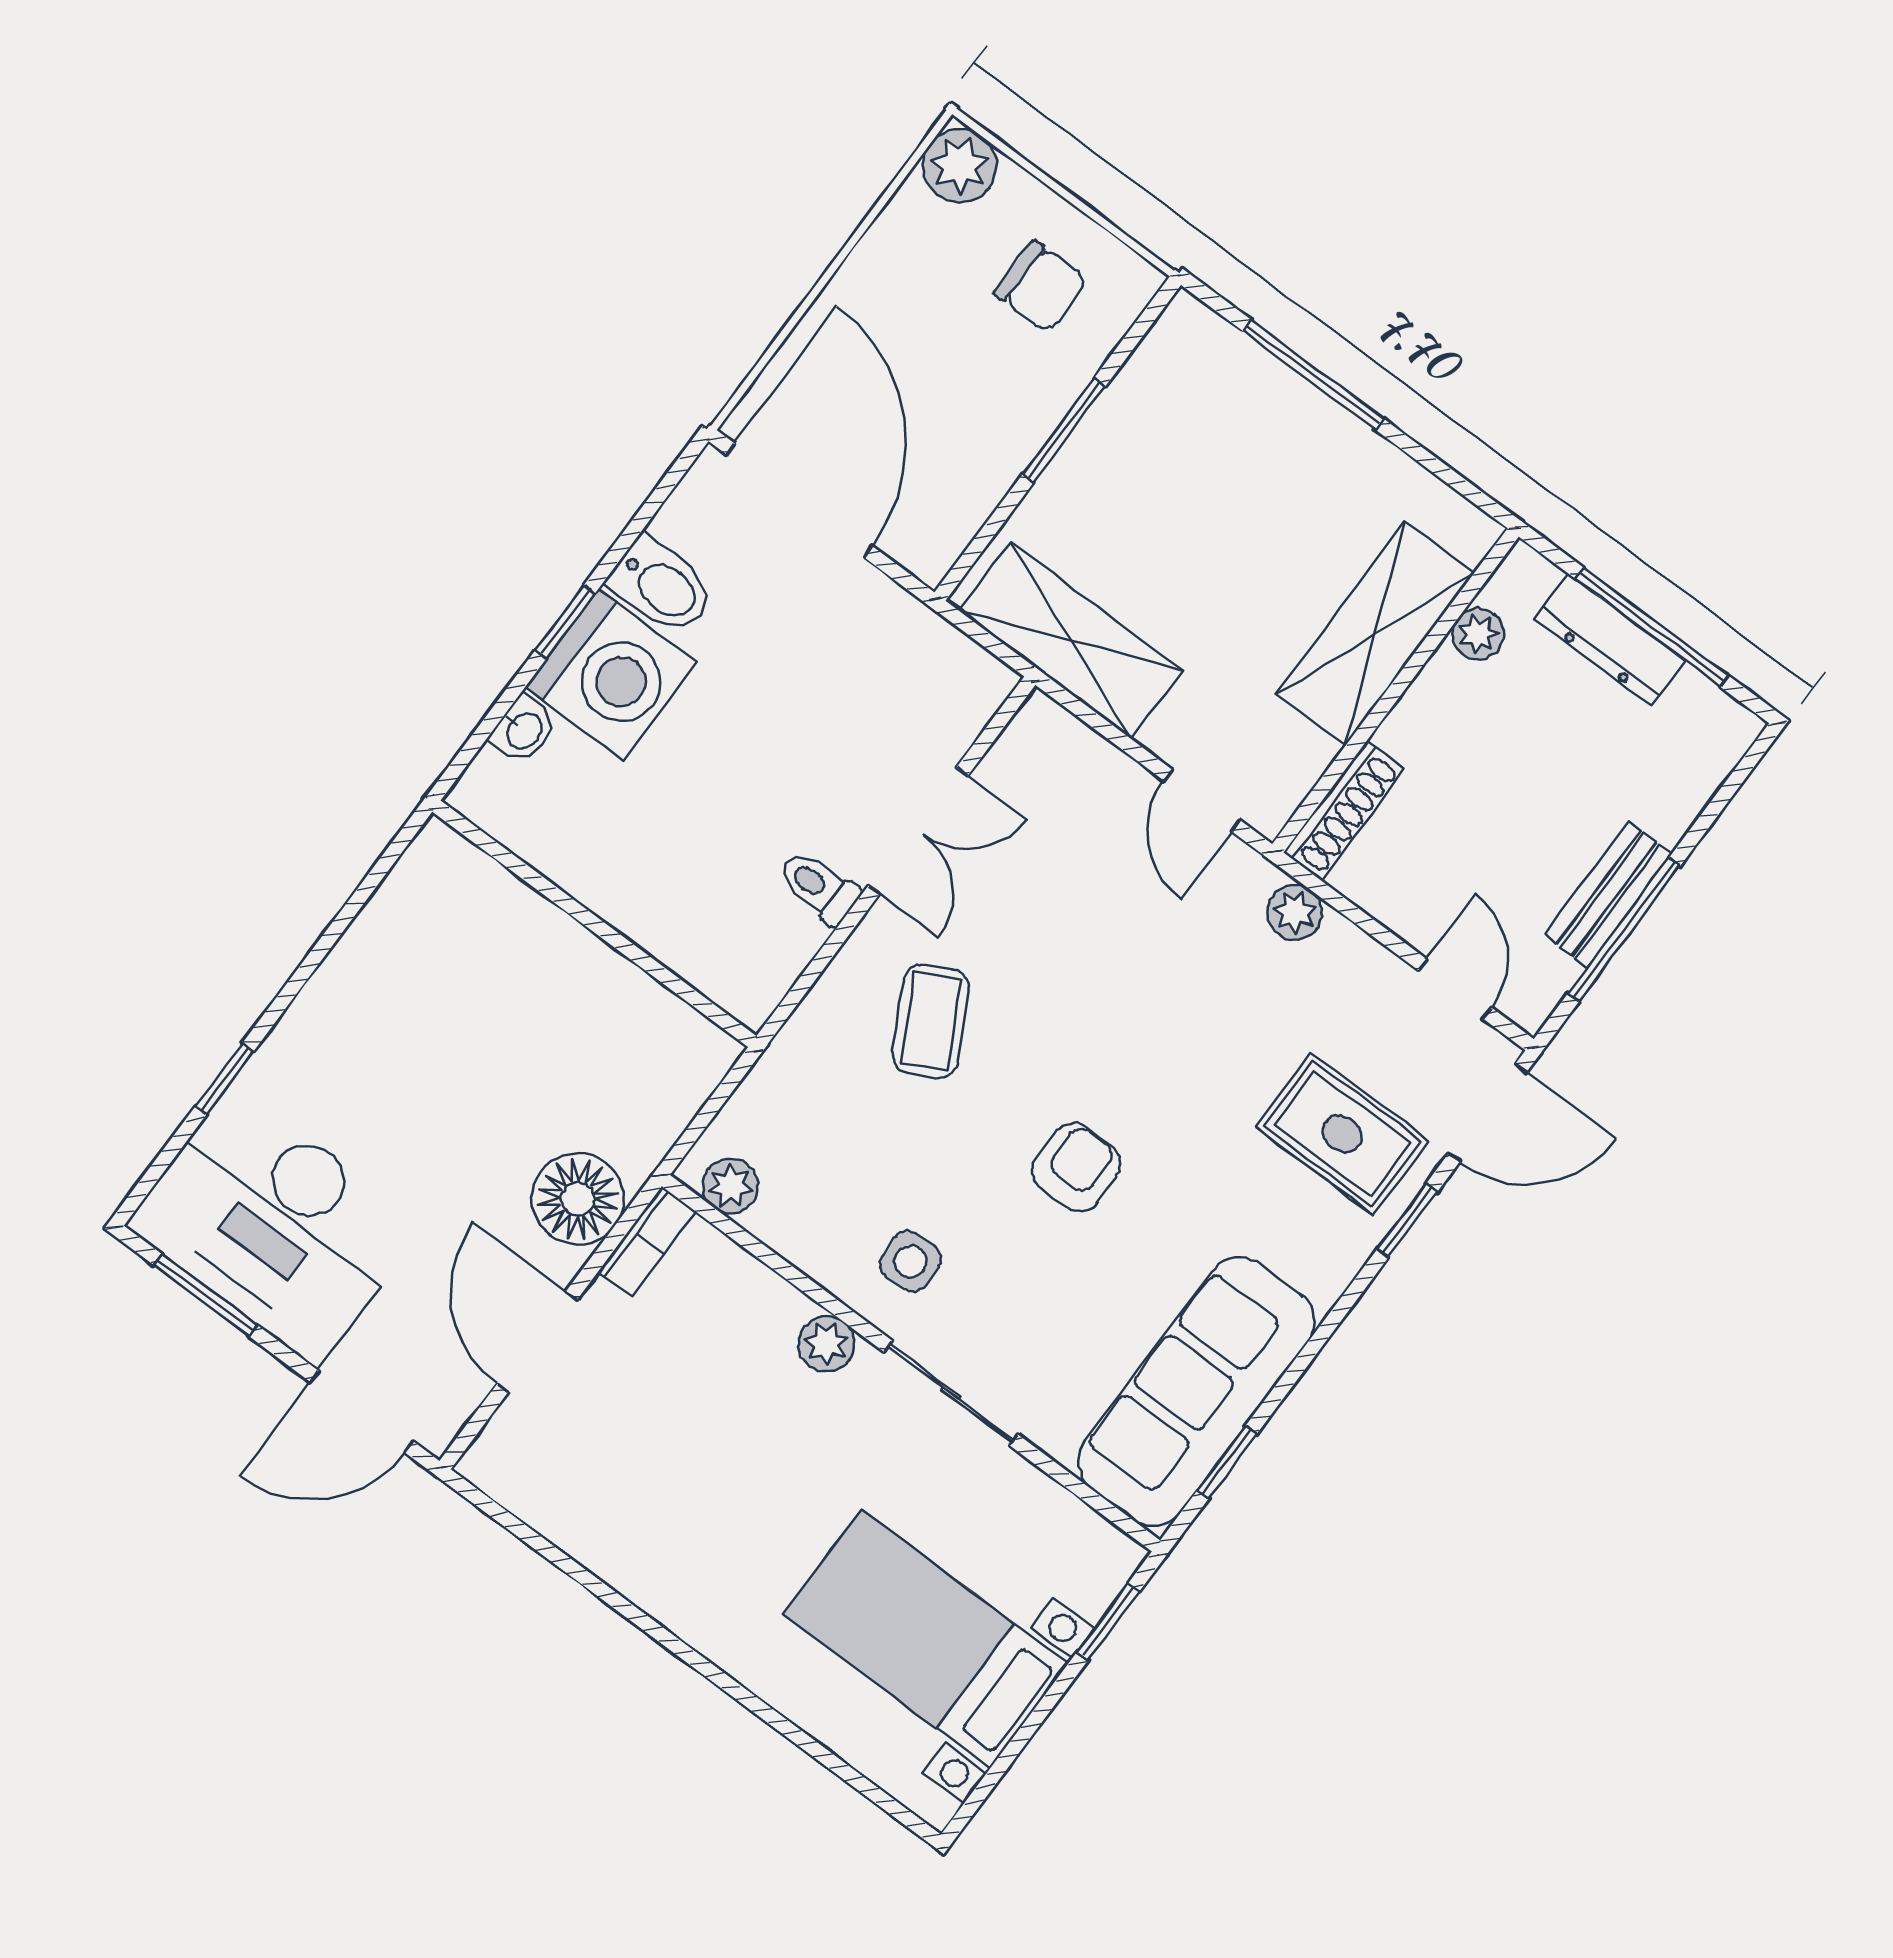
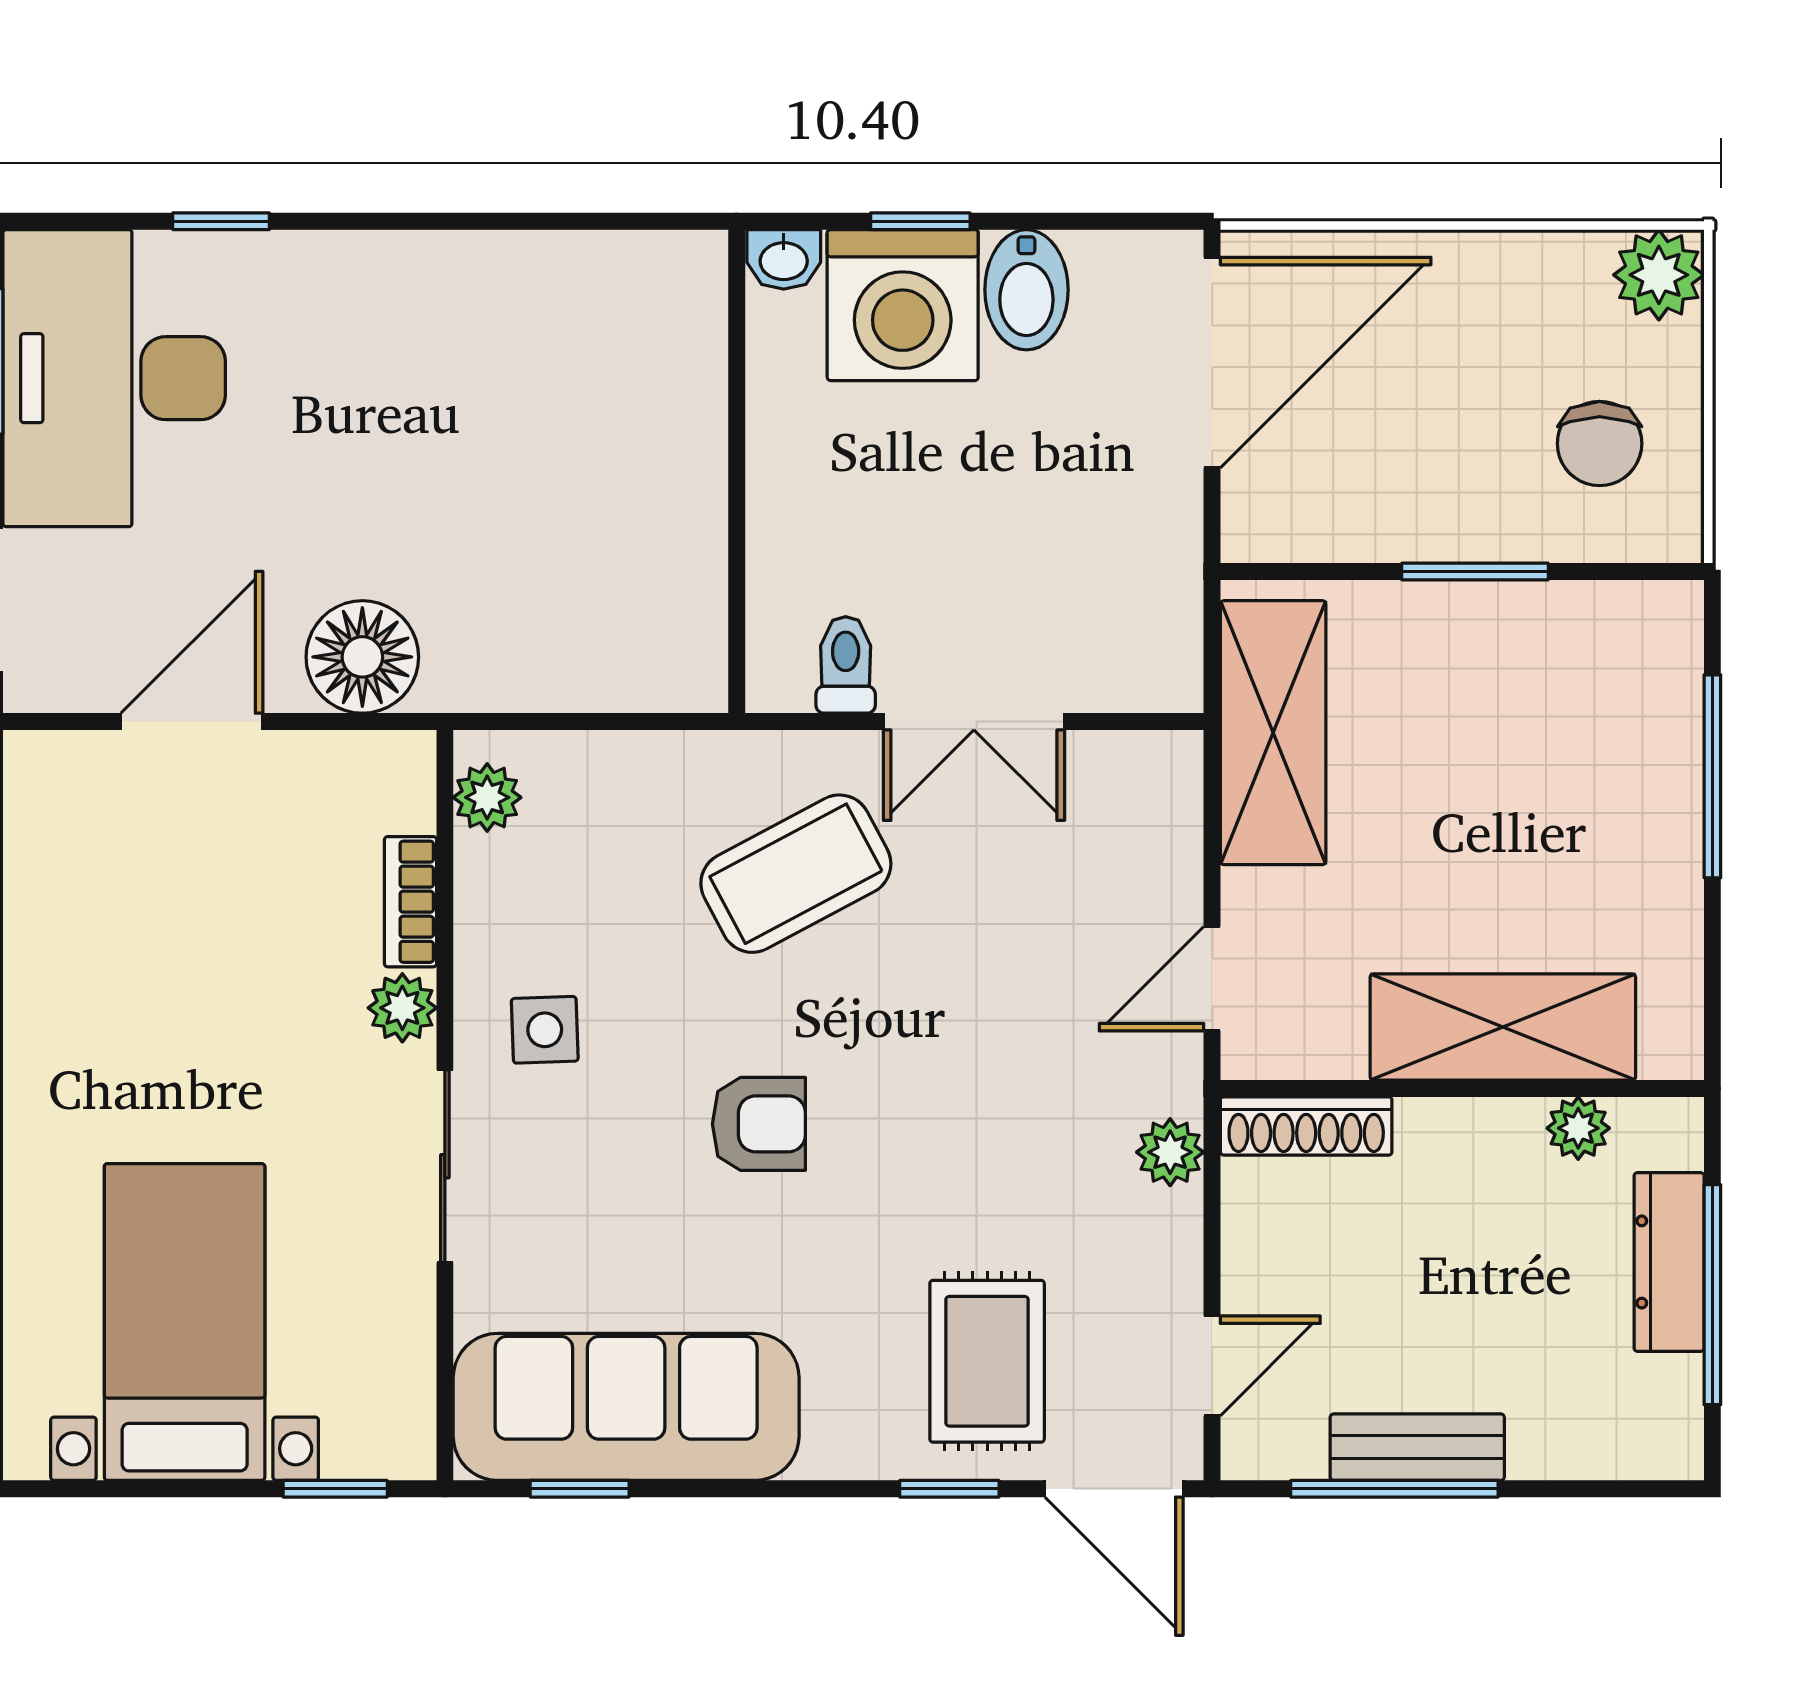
wall: (594, 924) -> (737, 471), moved
coffee table: (931, 1021) -> (796, 874), width x1.36, depth x1.30
bookcase: (647, 1241) -> (410, 902), moved, turned 90

